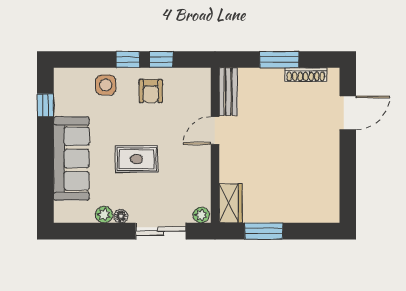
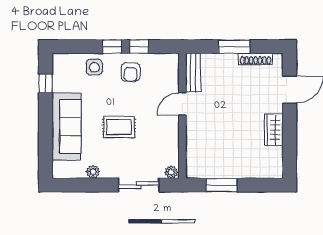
wardrobe: (230, 203) -> (274, 130), moved, turned 180
floor lamp: (121, 216) -> (106, 173), removed

